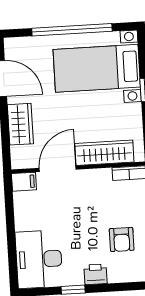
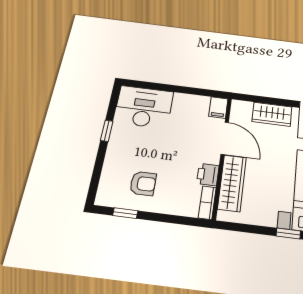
armchair: (122, 239) -> (143, 183), turned 180
printer: (96, 274) -> (208, 175), moved, turned 180

